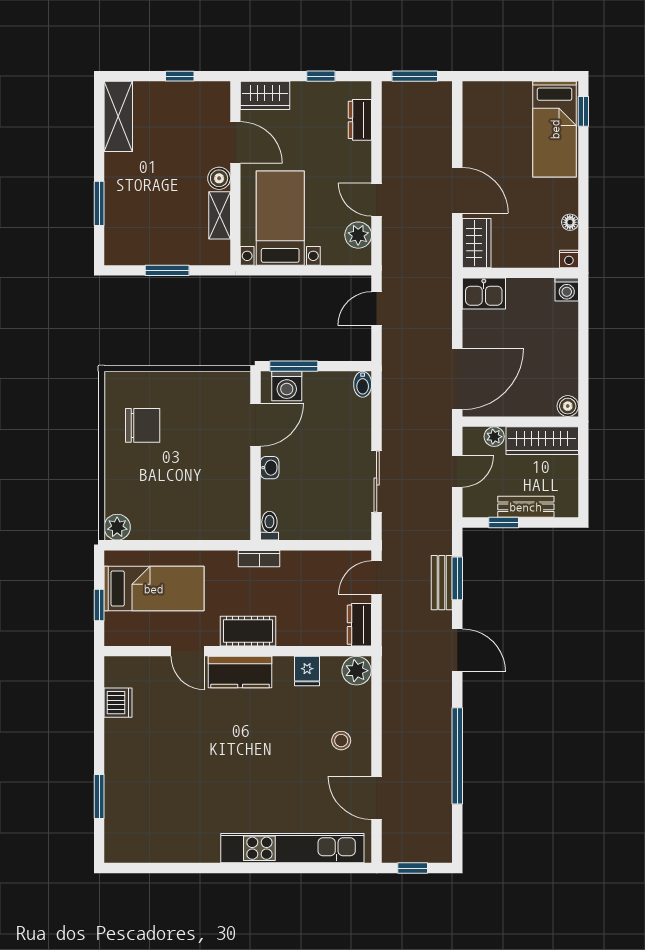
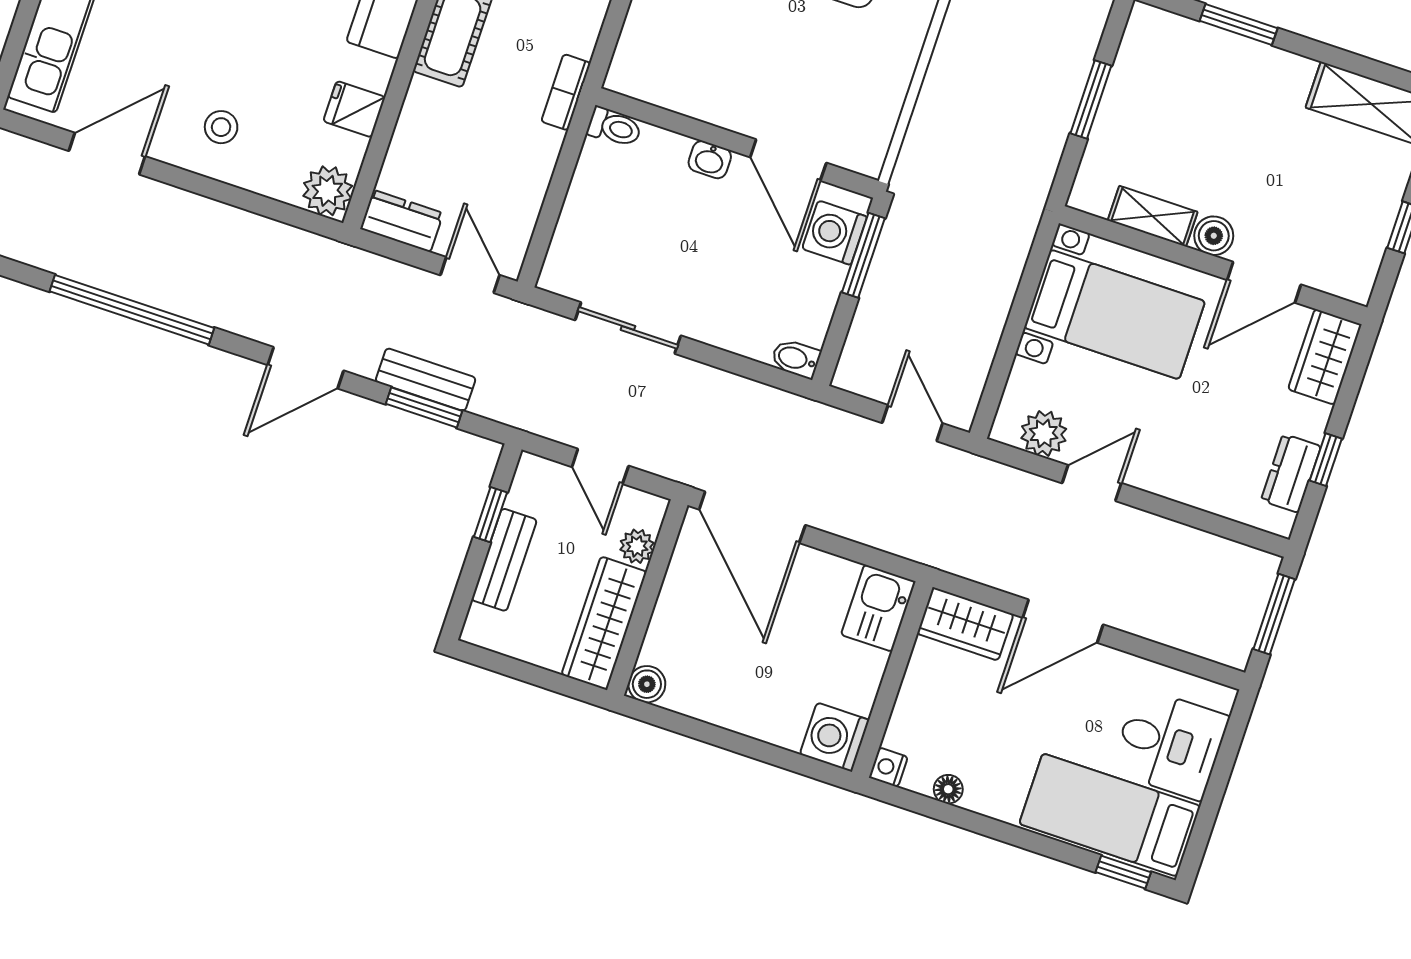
desk: (505, 109) -> (1170, 744), added
dresser: (360, 120) -> (1291, 473), moved, turned -90
washing machine: (567, 289) -> (835, 737), width x1.38, depth x1.38

